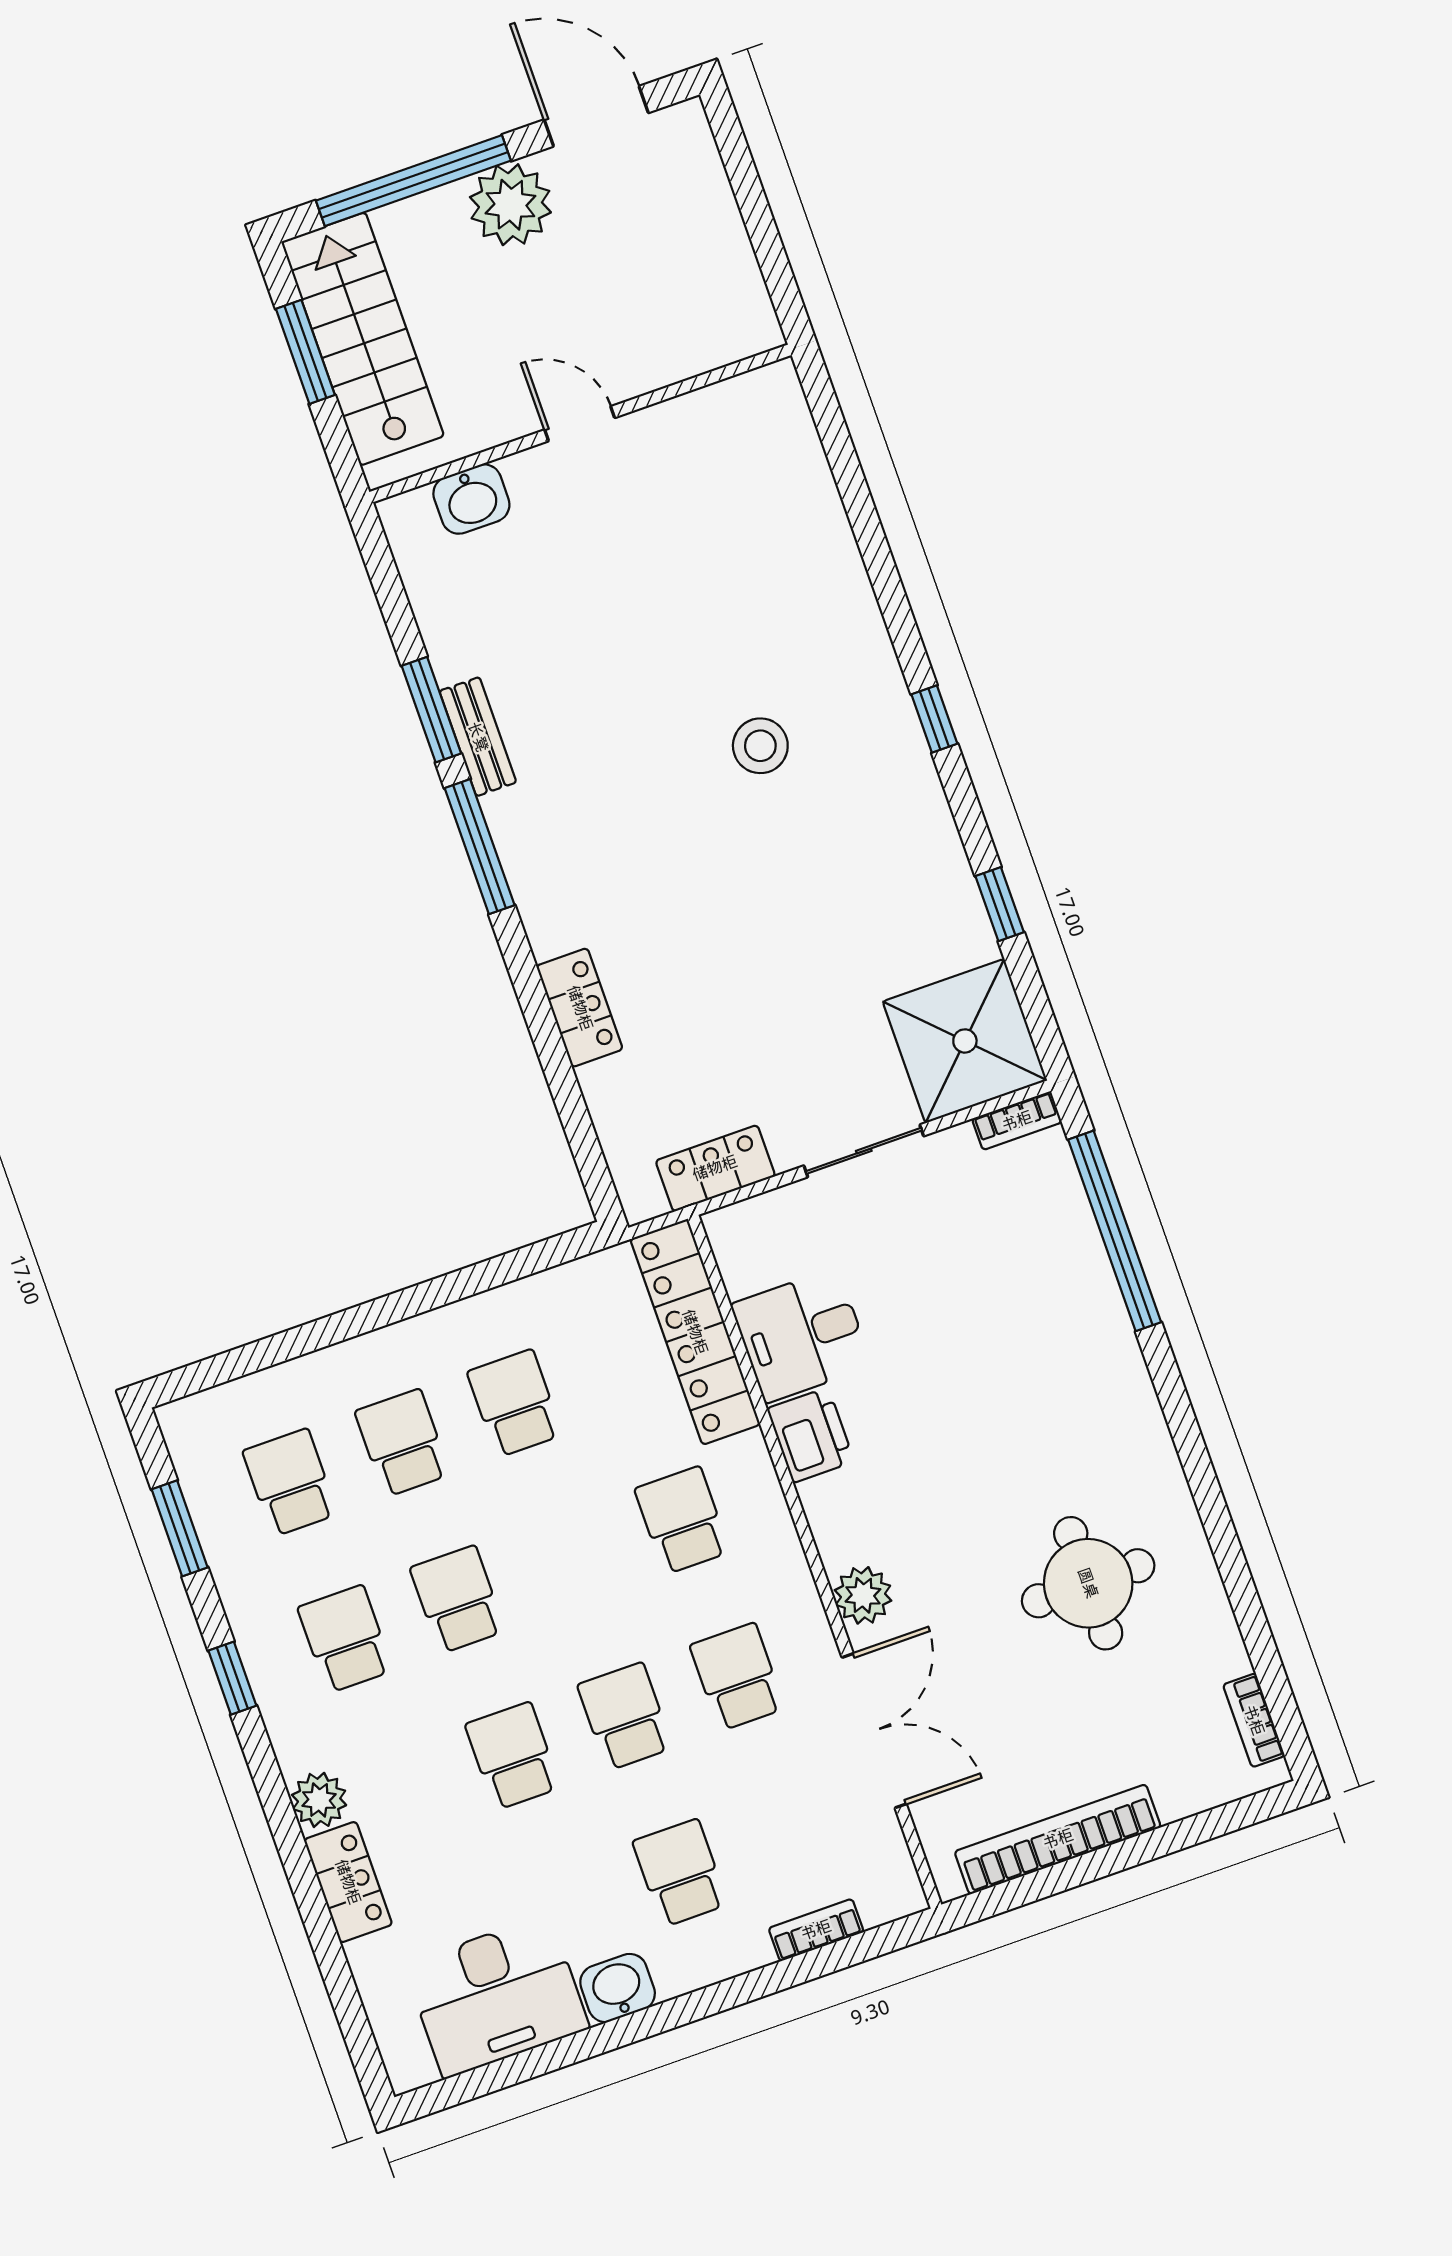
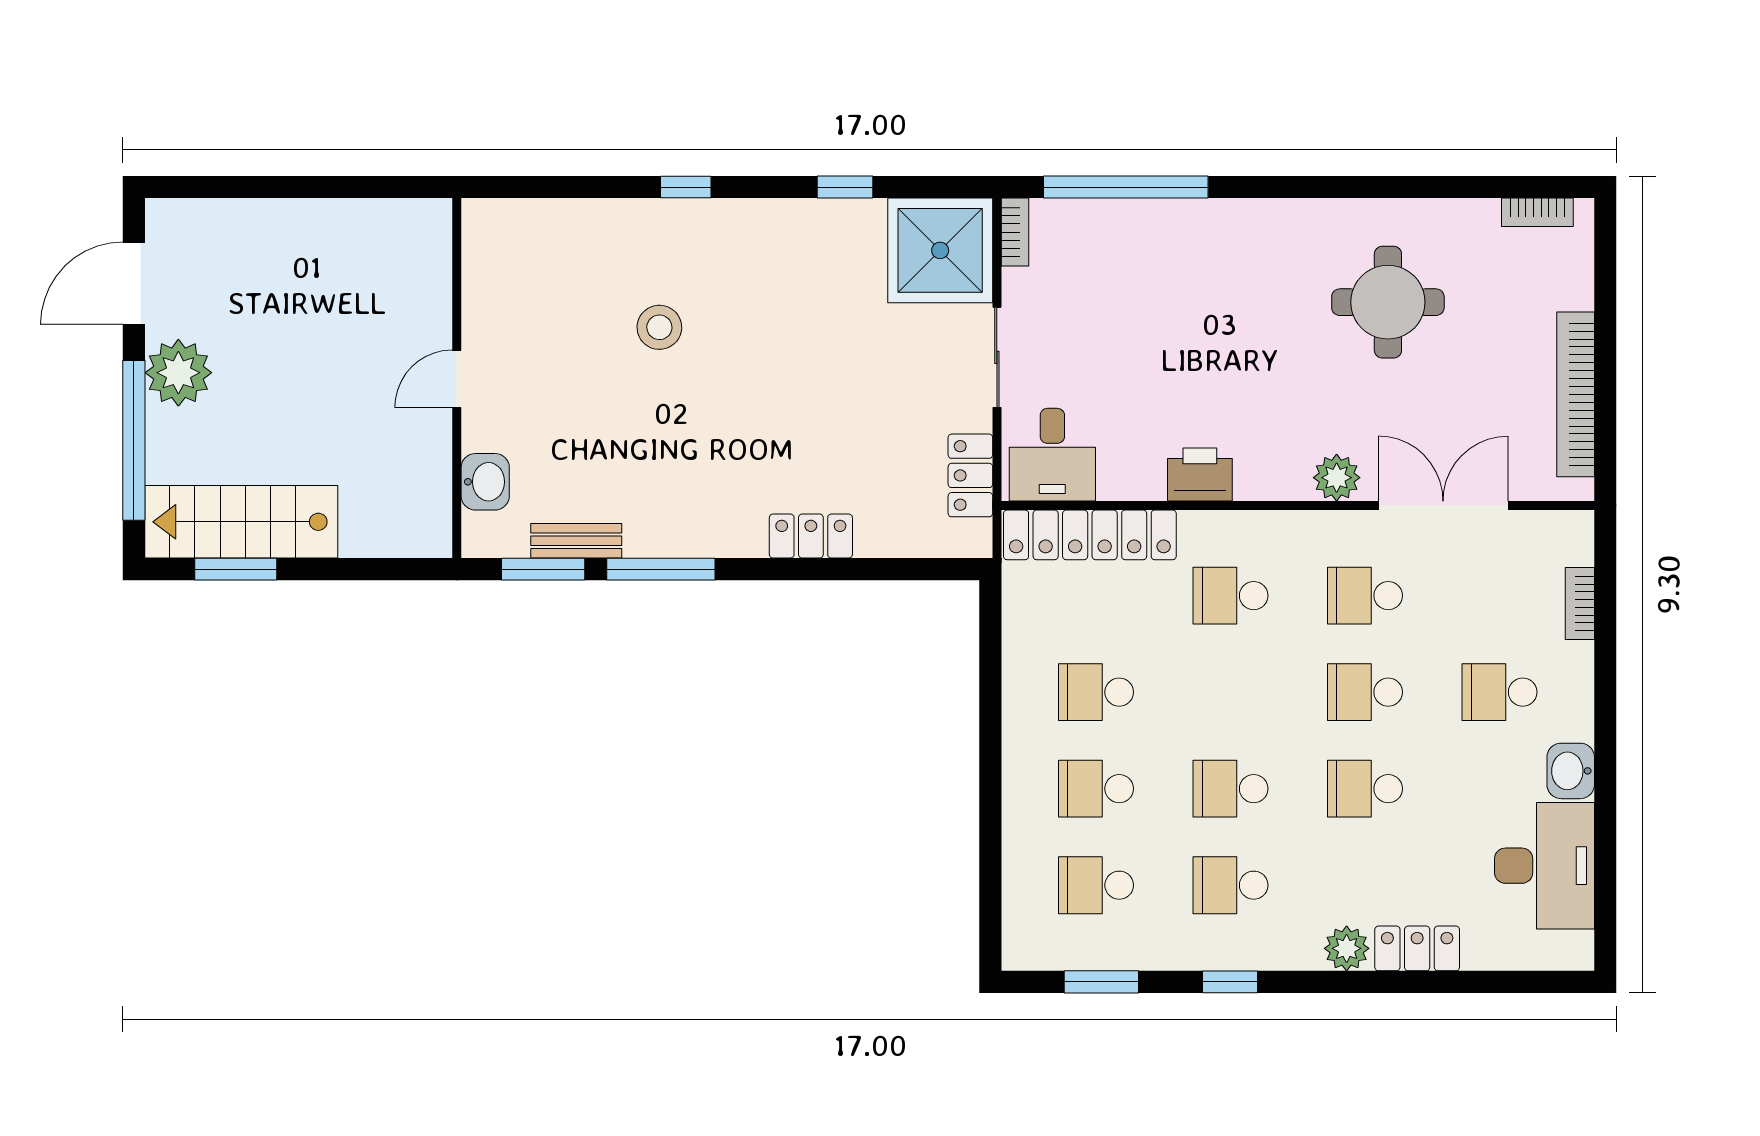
wall: (580, 423) -> (457, 378), moved
door: (580, 424) -> (457, 379), moved
washbasin: (471, 499) -> (485, 482), moved
desk: (801, 1335) -> (1052, 455), moved

